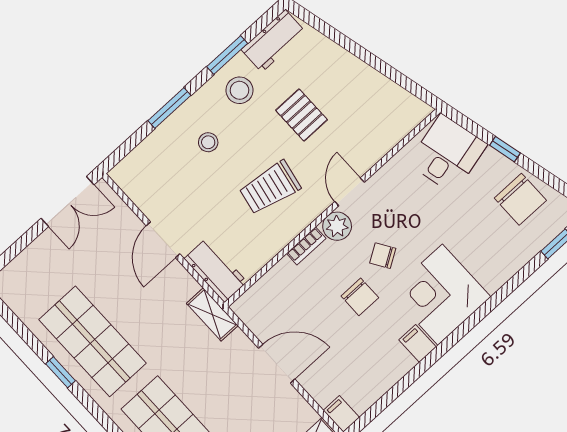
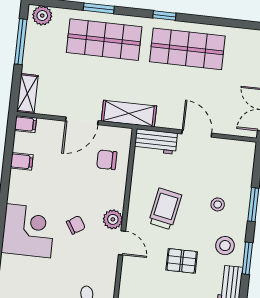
bookcase: (306, 246) -> (120, 195), removed
chair: (360, 297) -> (107, 160), moved
shelving: (212, 314) -> (129, 113), width x1.50, depth x1.33
filing cabinet: (418, 343) -> (22, 161), moved
window: (60, 372) -> (164, 16), moved

